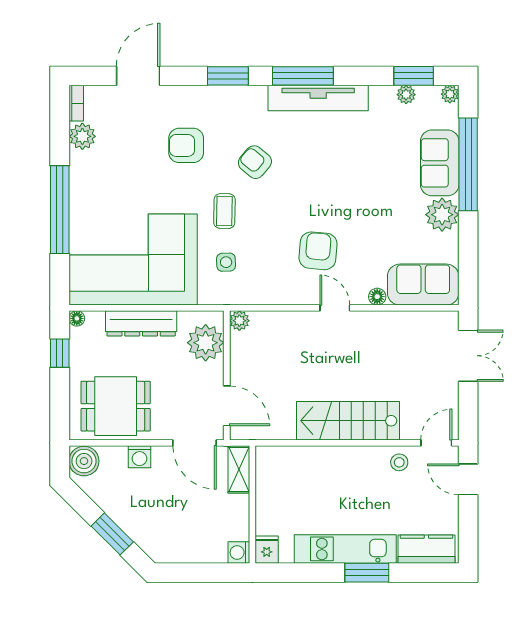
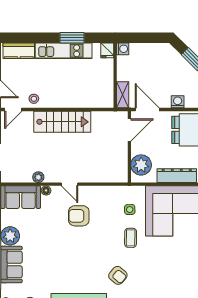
armchair: (186, 145) -> (152, 274), removed
armchair: (255, 162) -> (118, 275), moved
armchair: (318, 251) -> (79, 216), turned 85
plant: (239, 321) -> (38, 177), moved
door: (227, 406) -> (129, 130), swing flipped
window: (367, 573) -> (72, 38), moved

